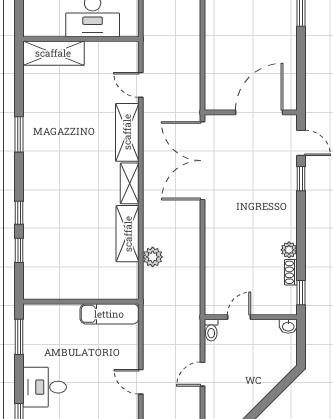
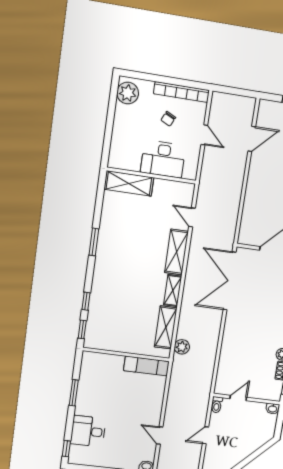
wall: (81, 302) -> (126, 354), moved
exam couch: (109, 314) -> (146, 366), moved

